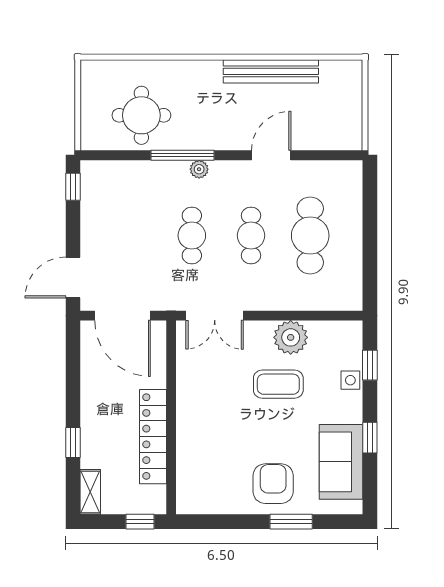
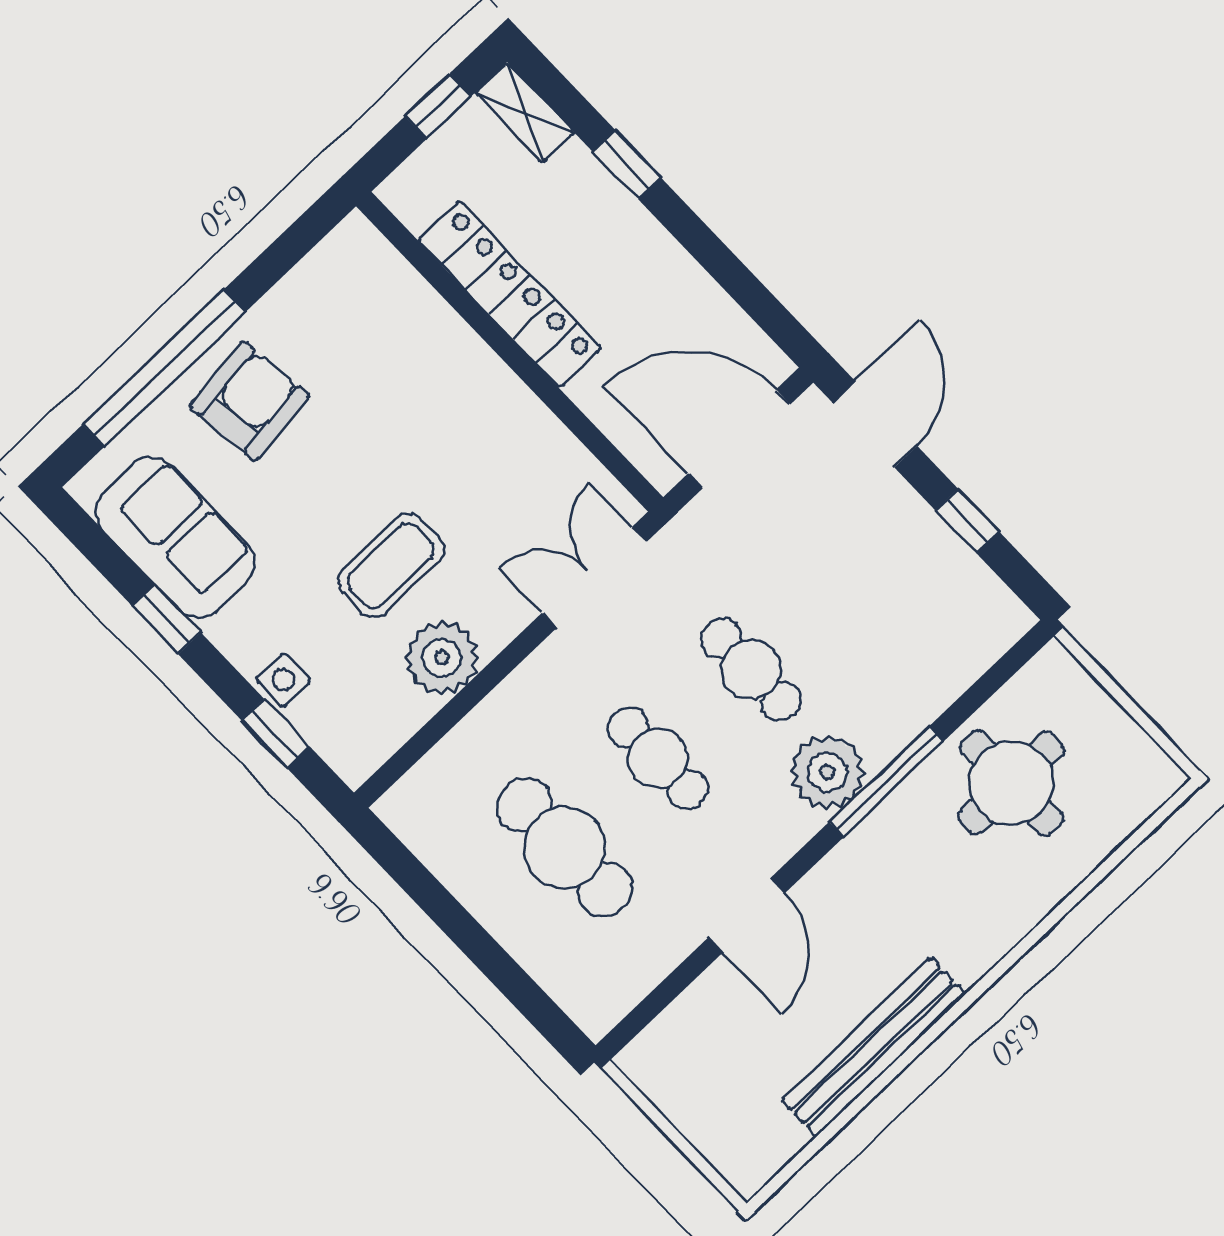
plant: (199, 169) -> (827, 772), width x1.87, depth x1.87
window: (73, 187) -> (967, 521), moved
armchair: (273, 484) -> (249, 401), turned -97
window: (140, 522) -> (438, 106), moved
window: (291, 522) -> (164, 368), width x2.11

